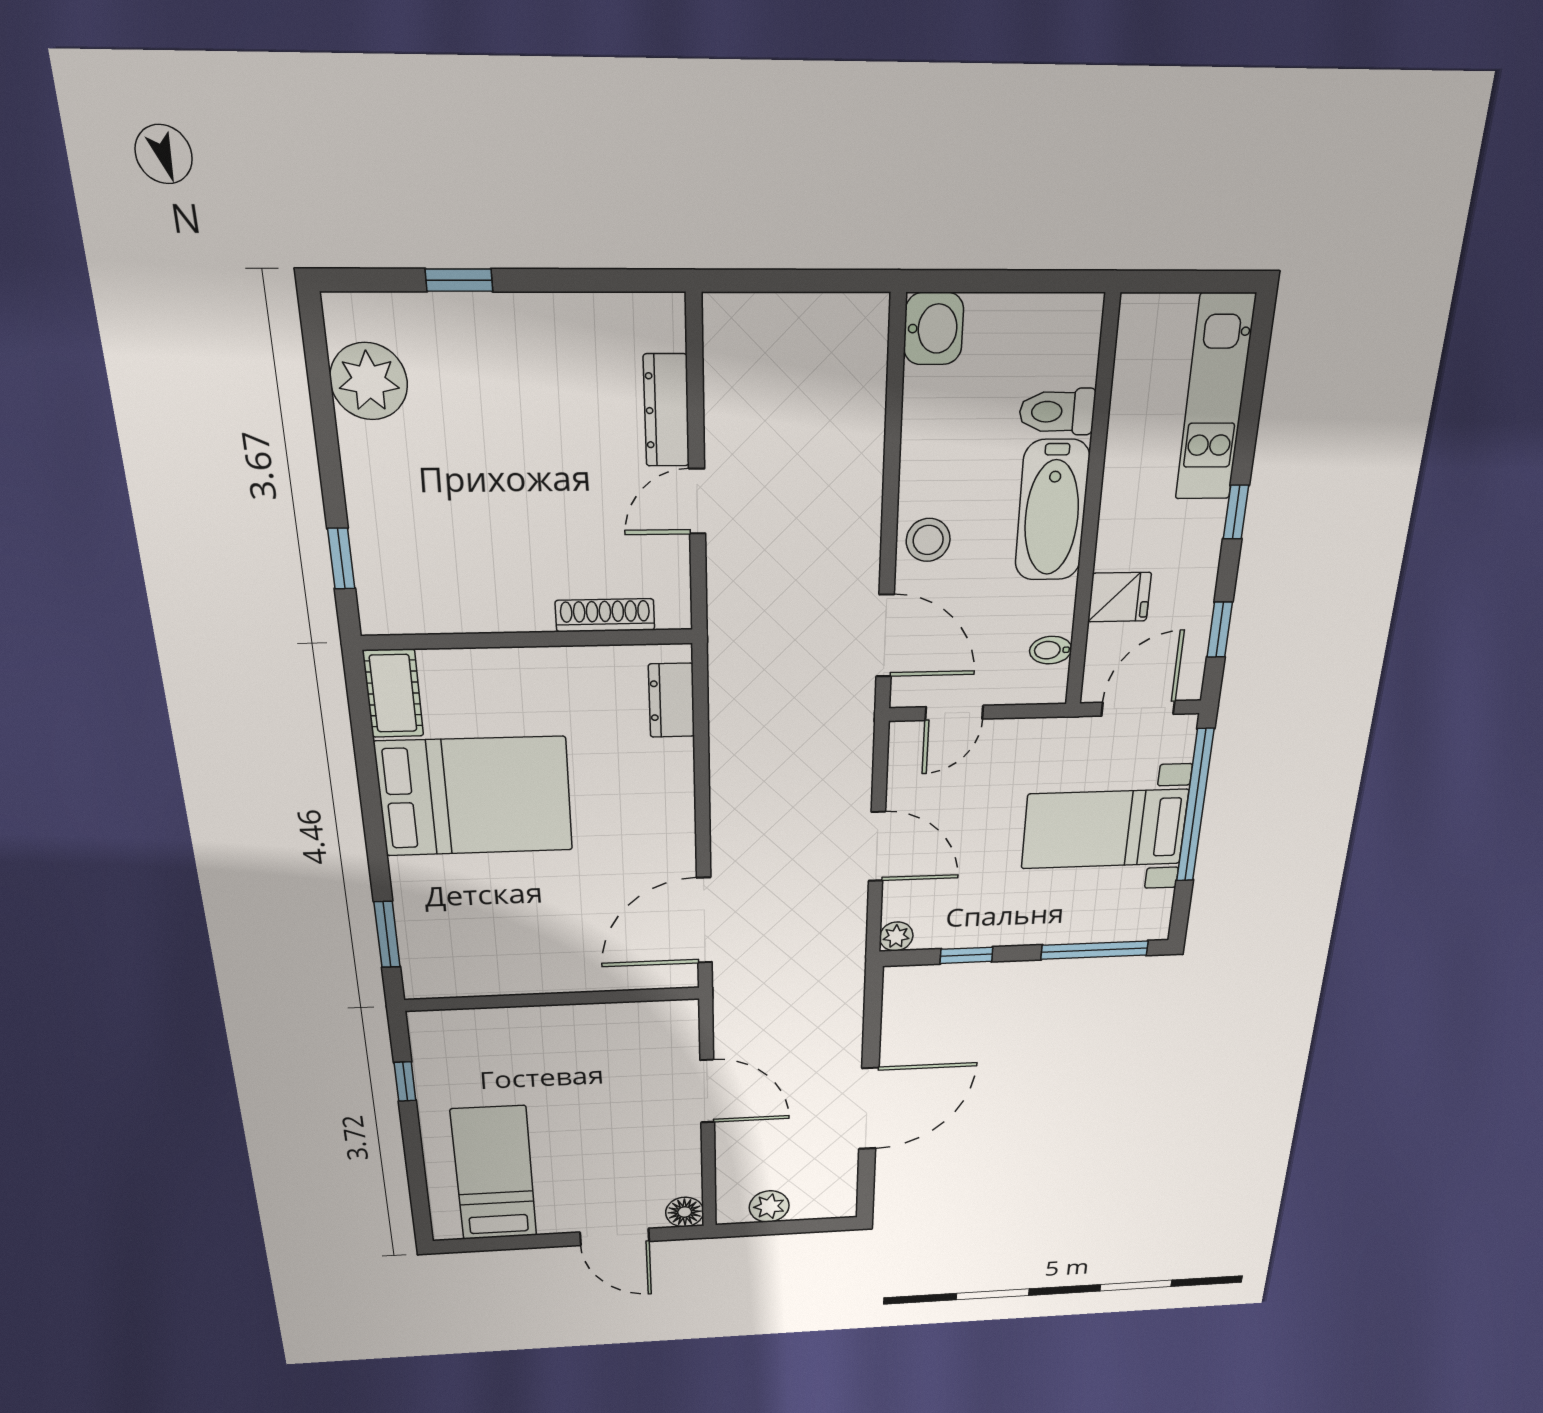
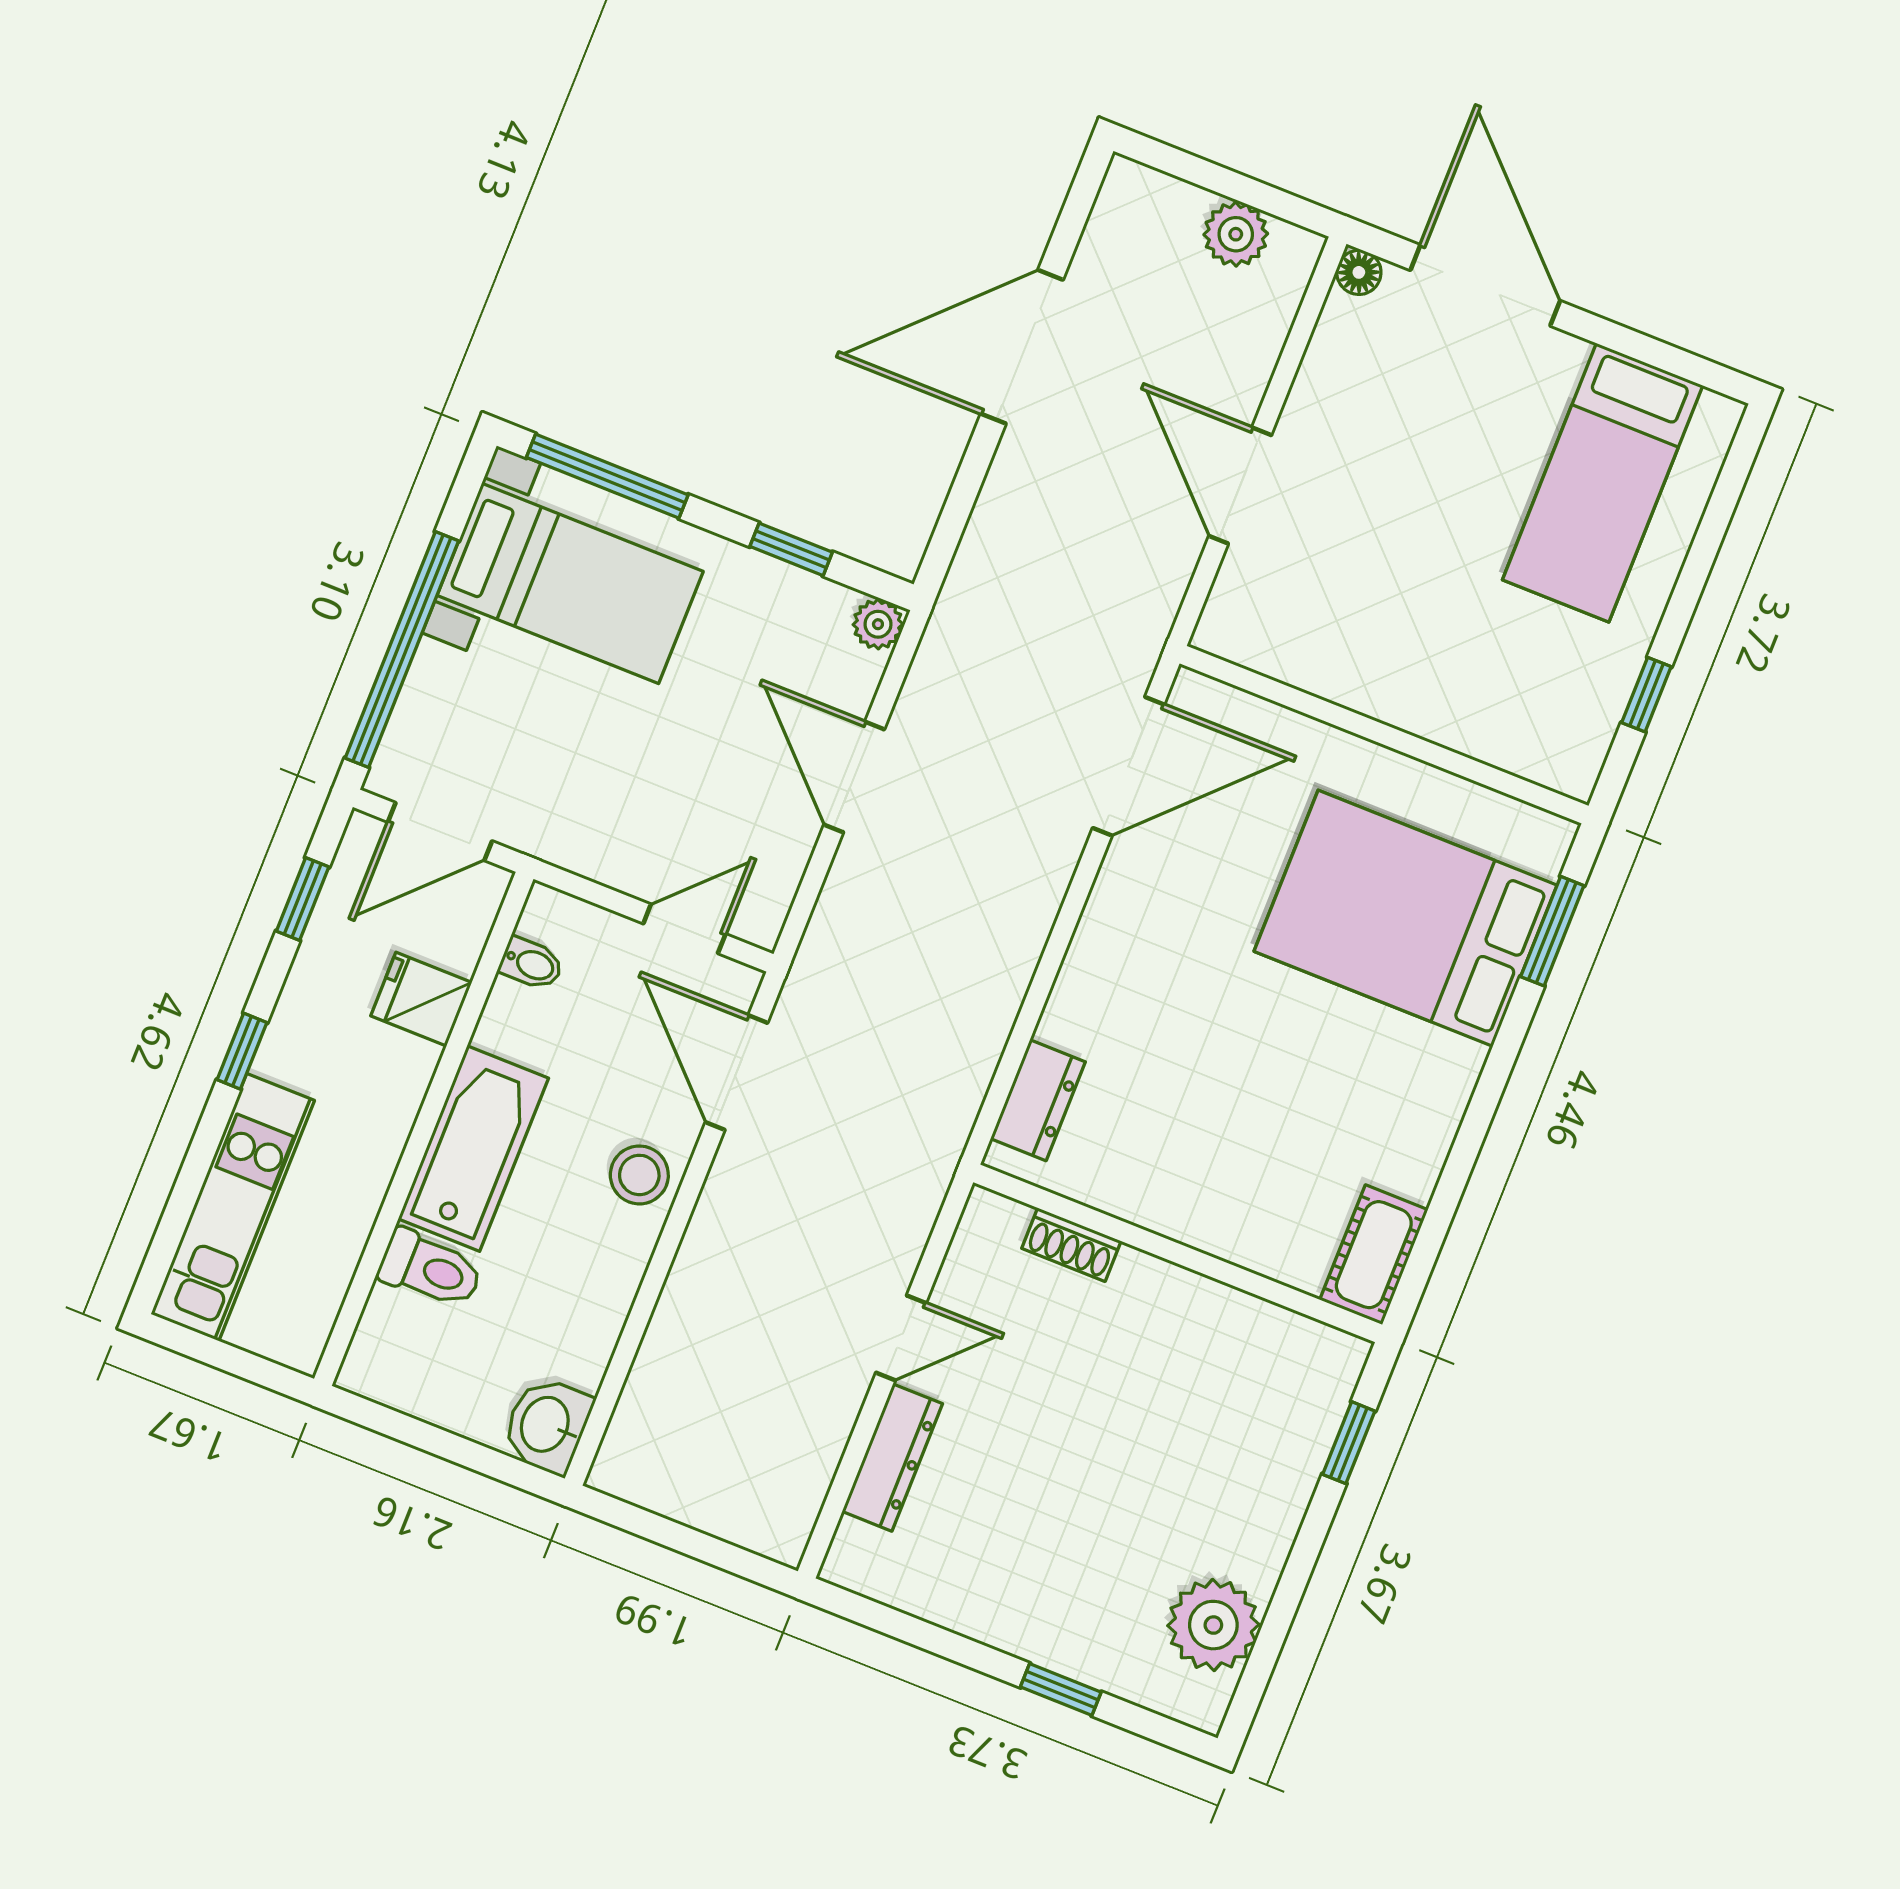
shoe rack: (605, 615) -> (1071, 1245), width x0.70
bed: (475, 796) -> (1405, 918), moved
bed with nightstands: (1105, 829) -> (570, 583), moved
floor lamp: (685, 1212) -> (1359, 272), width x0.73, depth x0.73
door: (615, 1237) -> (1485, 285), width x1.36

